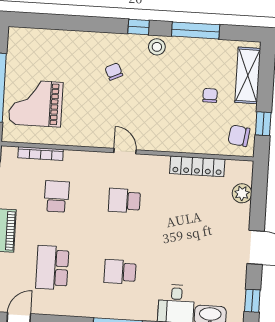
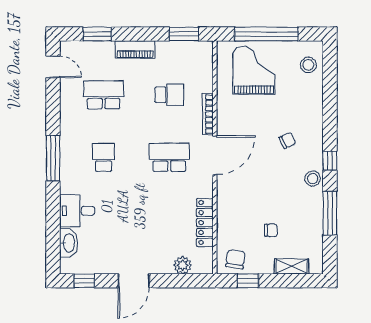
stool: (33, 44) -> (308, 65), added
shelving: (248, 75) -> (291, 266), width x0.67, depth x0.75
door: (125, 151) -> (215, 155), width x1.88
bookcase: (41, 154) -> (208, 114), moved
school desk: (124, 201) -> (169, 157), width x1.85

